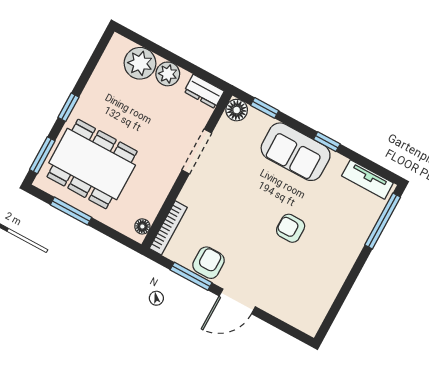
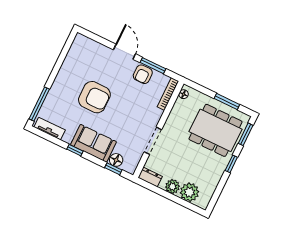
floor lamp: (237, 110) -> (116, 160), moved
armchair: (291, 228) -> (94, 97), width x1.88, depth x1.88
door: (237, 301) -> (124, 52), hinge flipped

